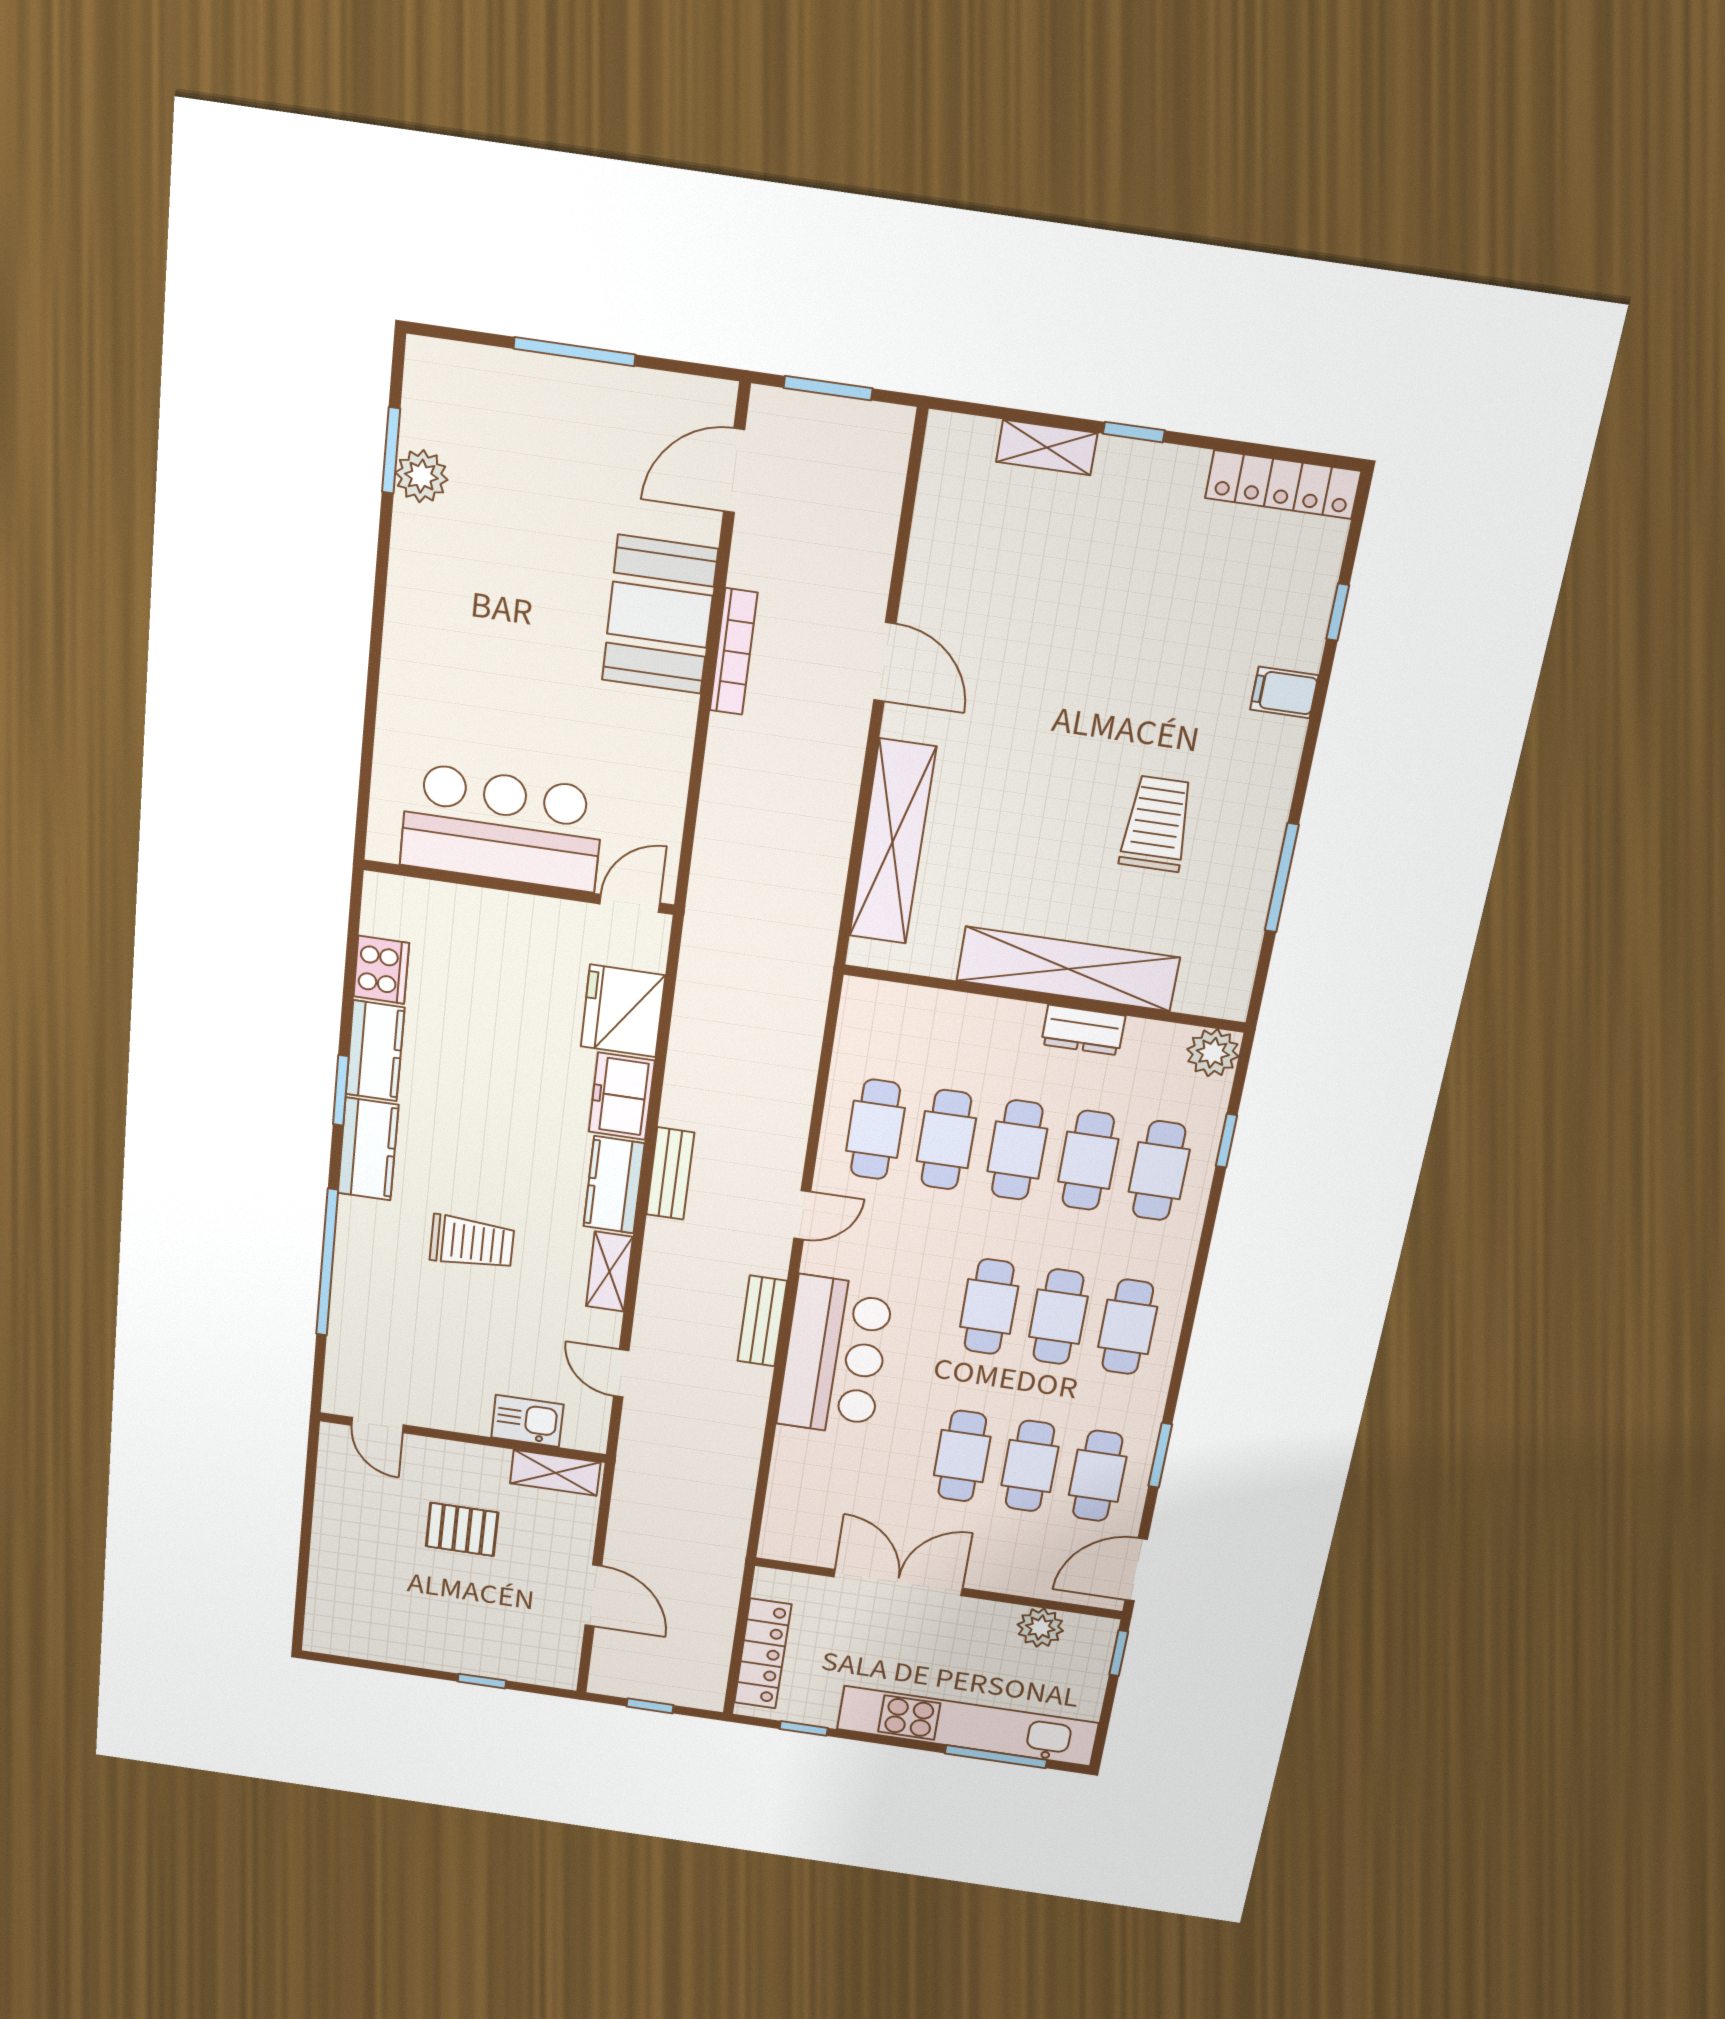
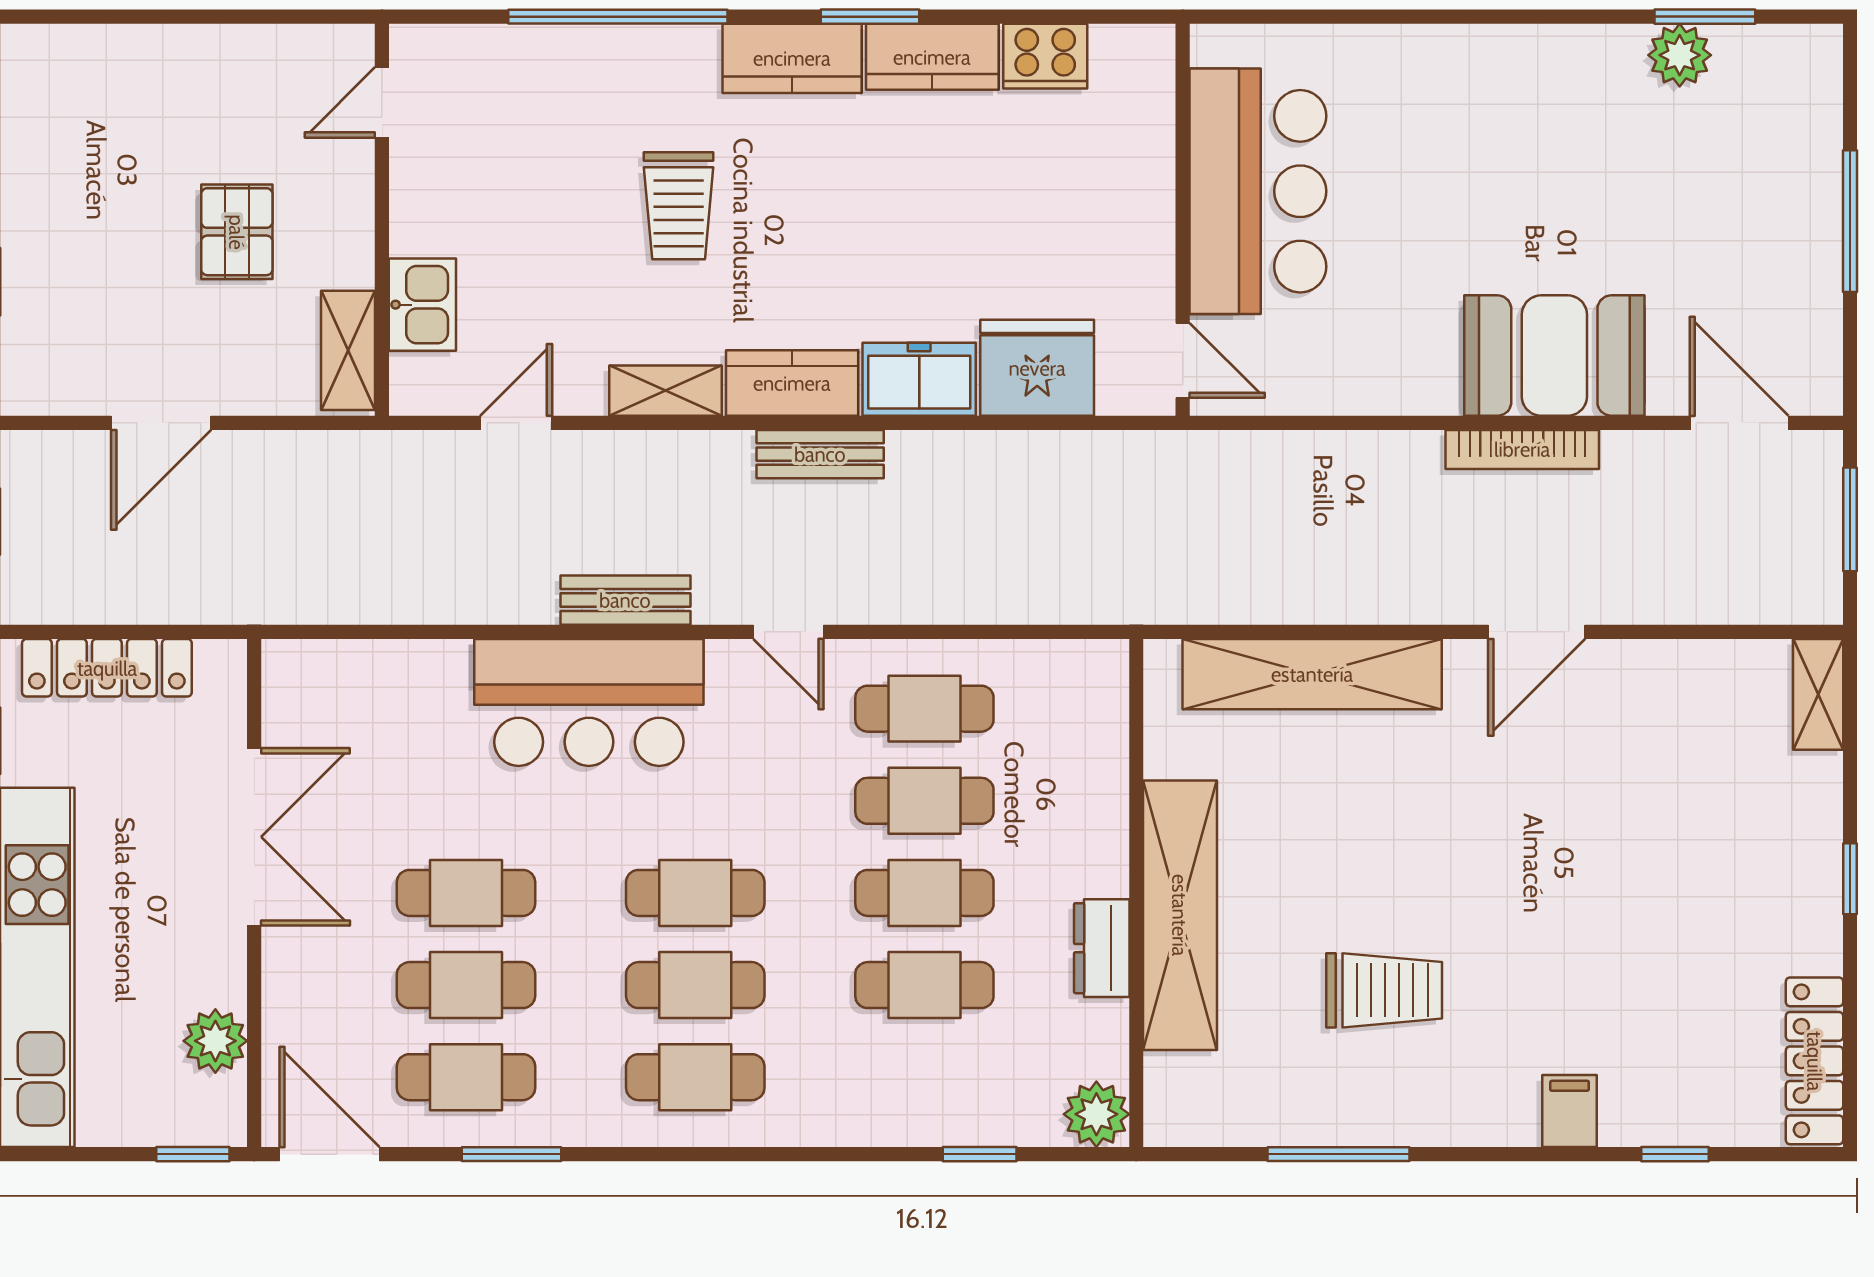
shelving: (1047, 447) -> (1818, 694), moved
cafe table: (1159, 1171) -> (924, 1077), removed

